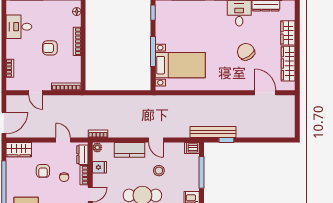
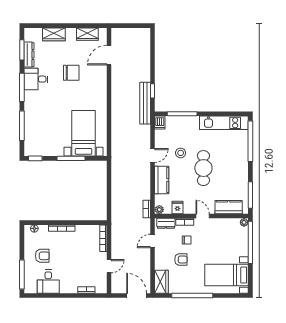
armchair: (50, 48) -> (42, 256), moved, turned -90
chair: (246, 52) -> (71, 73), turned -145
wardrobe: (288, 64) -> (87, 34), width x0.67

